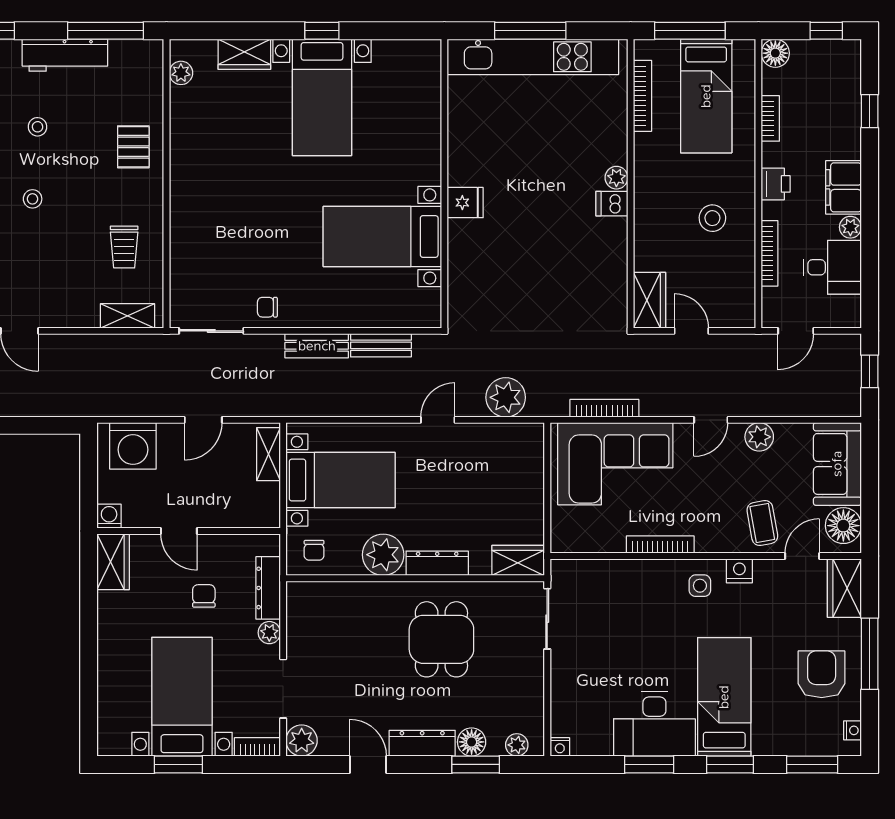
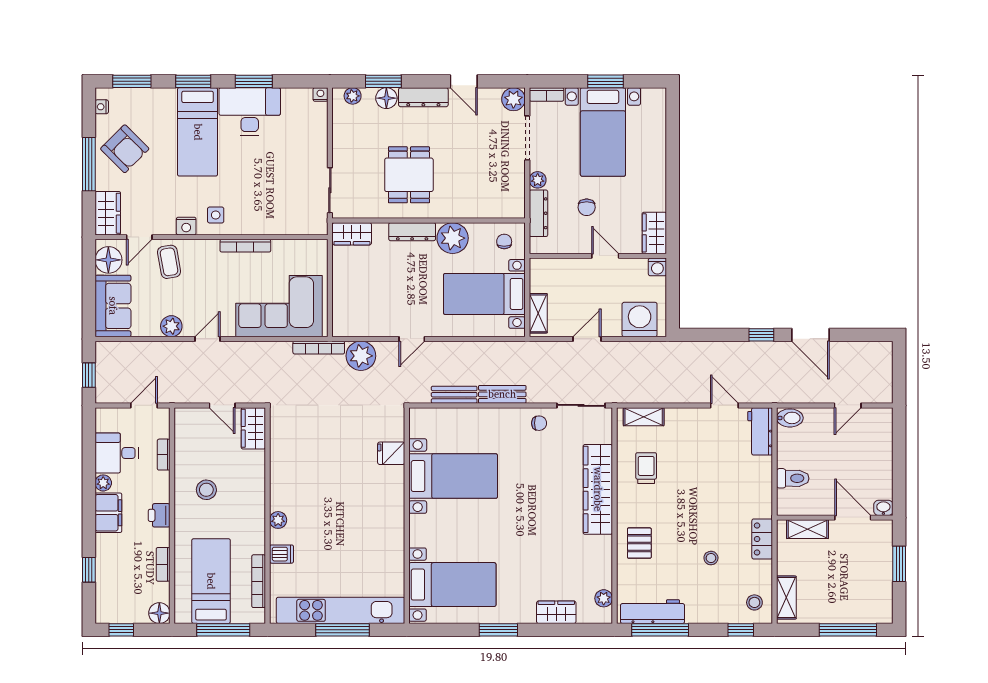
window: (322, 31) -> (498, 630), width x1.50
workbench: (65, 55) -> (653, 612), moved
bed with nightstands: (322, 97) -> (452, 585), moved, turned 90
stool: (33, 199) -> (715, 504), removed
fridge: (465, 203) -> (391, 453), moved
dishwasher: (612, 204) -> (282, 554), moved
wardrobe: (189, 219) -> (598, 489), added
bookcase: (770, 253) -> (164, 455), width x0.64
bookcase: (604, 408) -> (319, 348), moved
armchair: (822, 674) -> (125, 149), turned -45

